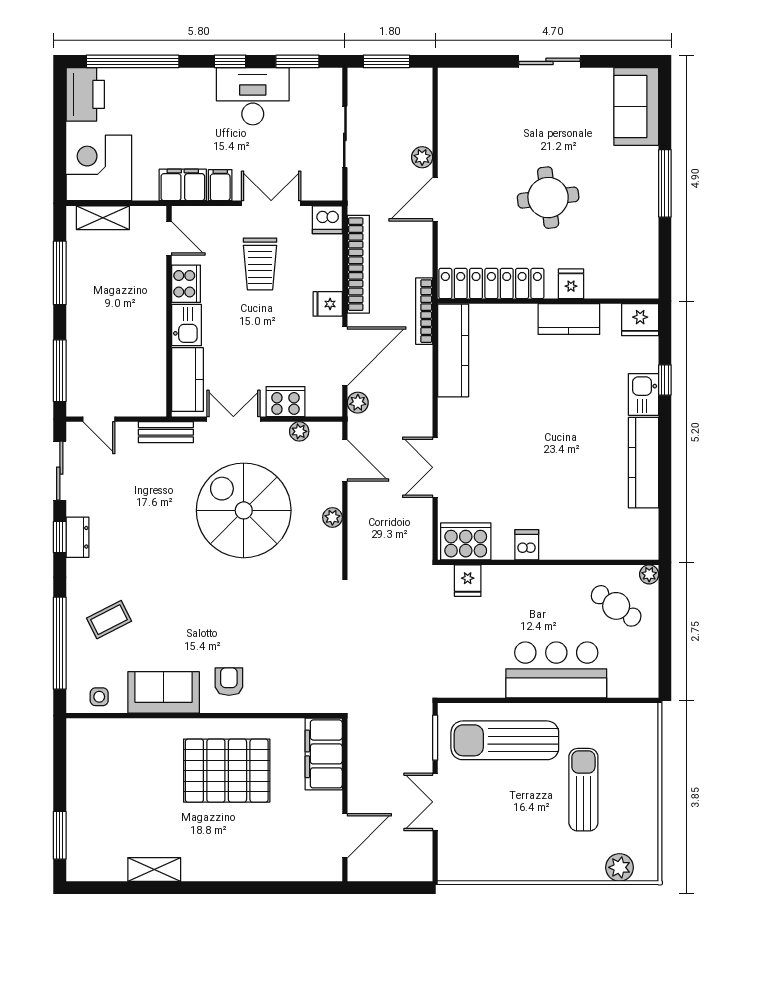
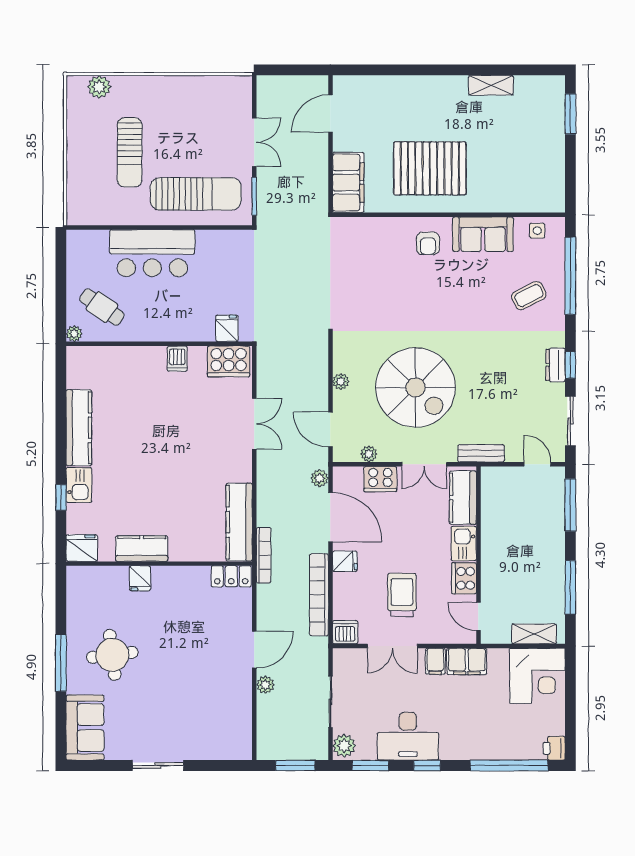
plant: (329, 85) -> (344, 746), added
printer: (85, 94) -> (554, 748), width x0.53, depth x0.68
round table: (548, 198) -> (112, 655), moved
locker: (491, 283) -> (231, 576), width x0.46, depth x0.83
door: (345, 356) -> (330, 517), swing flipped

